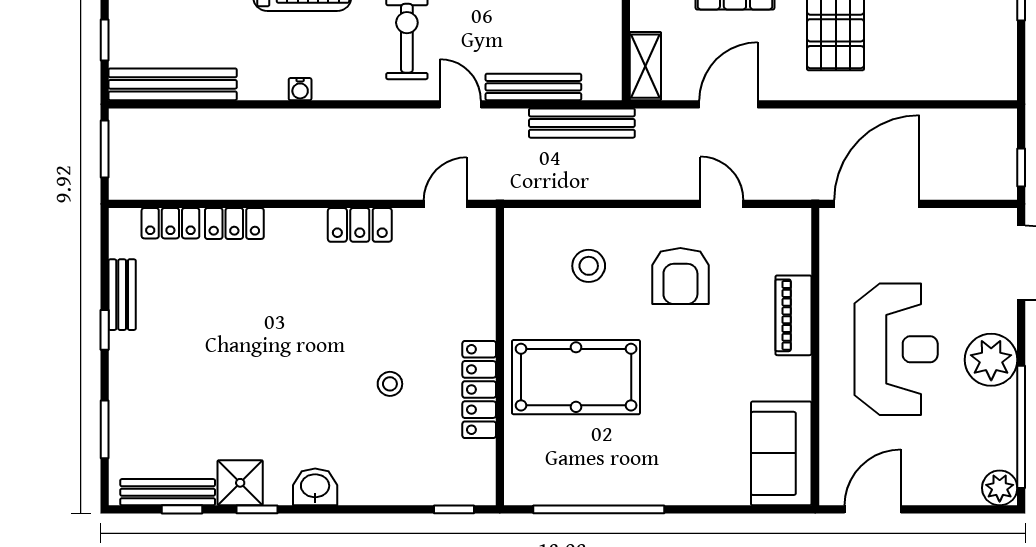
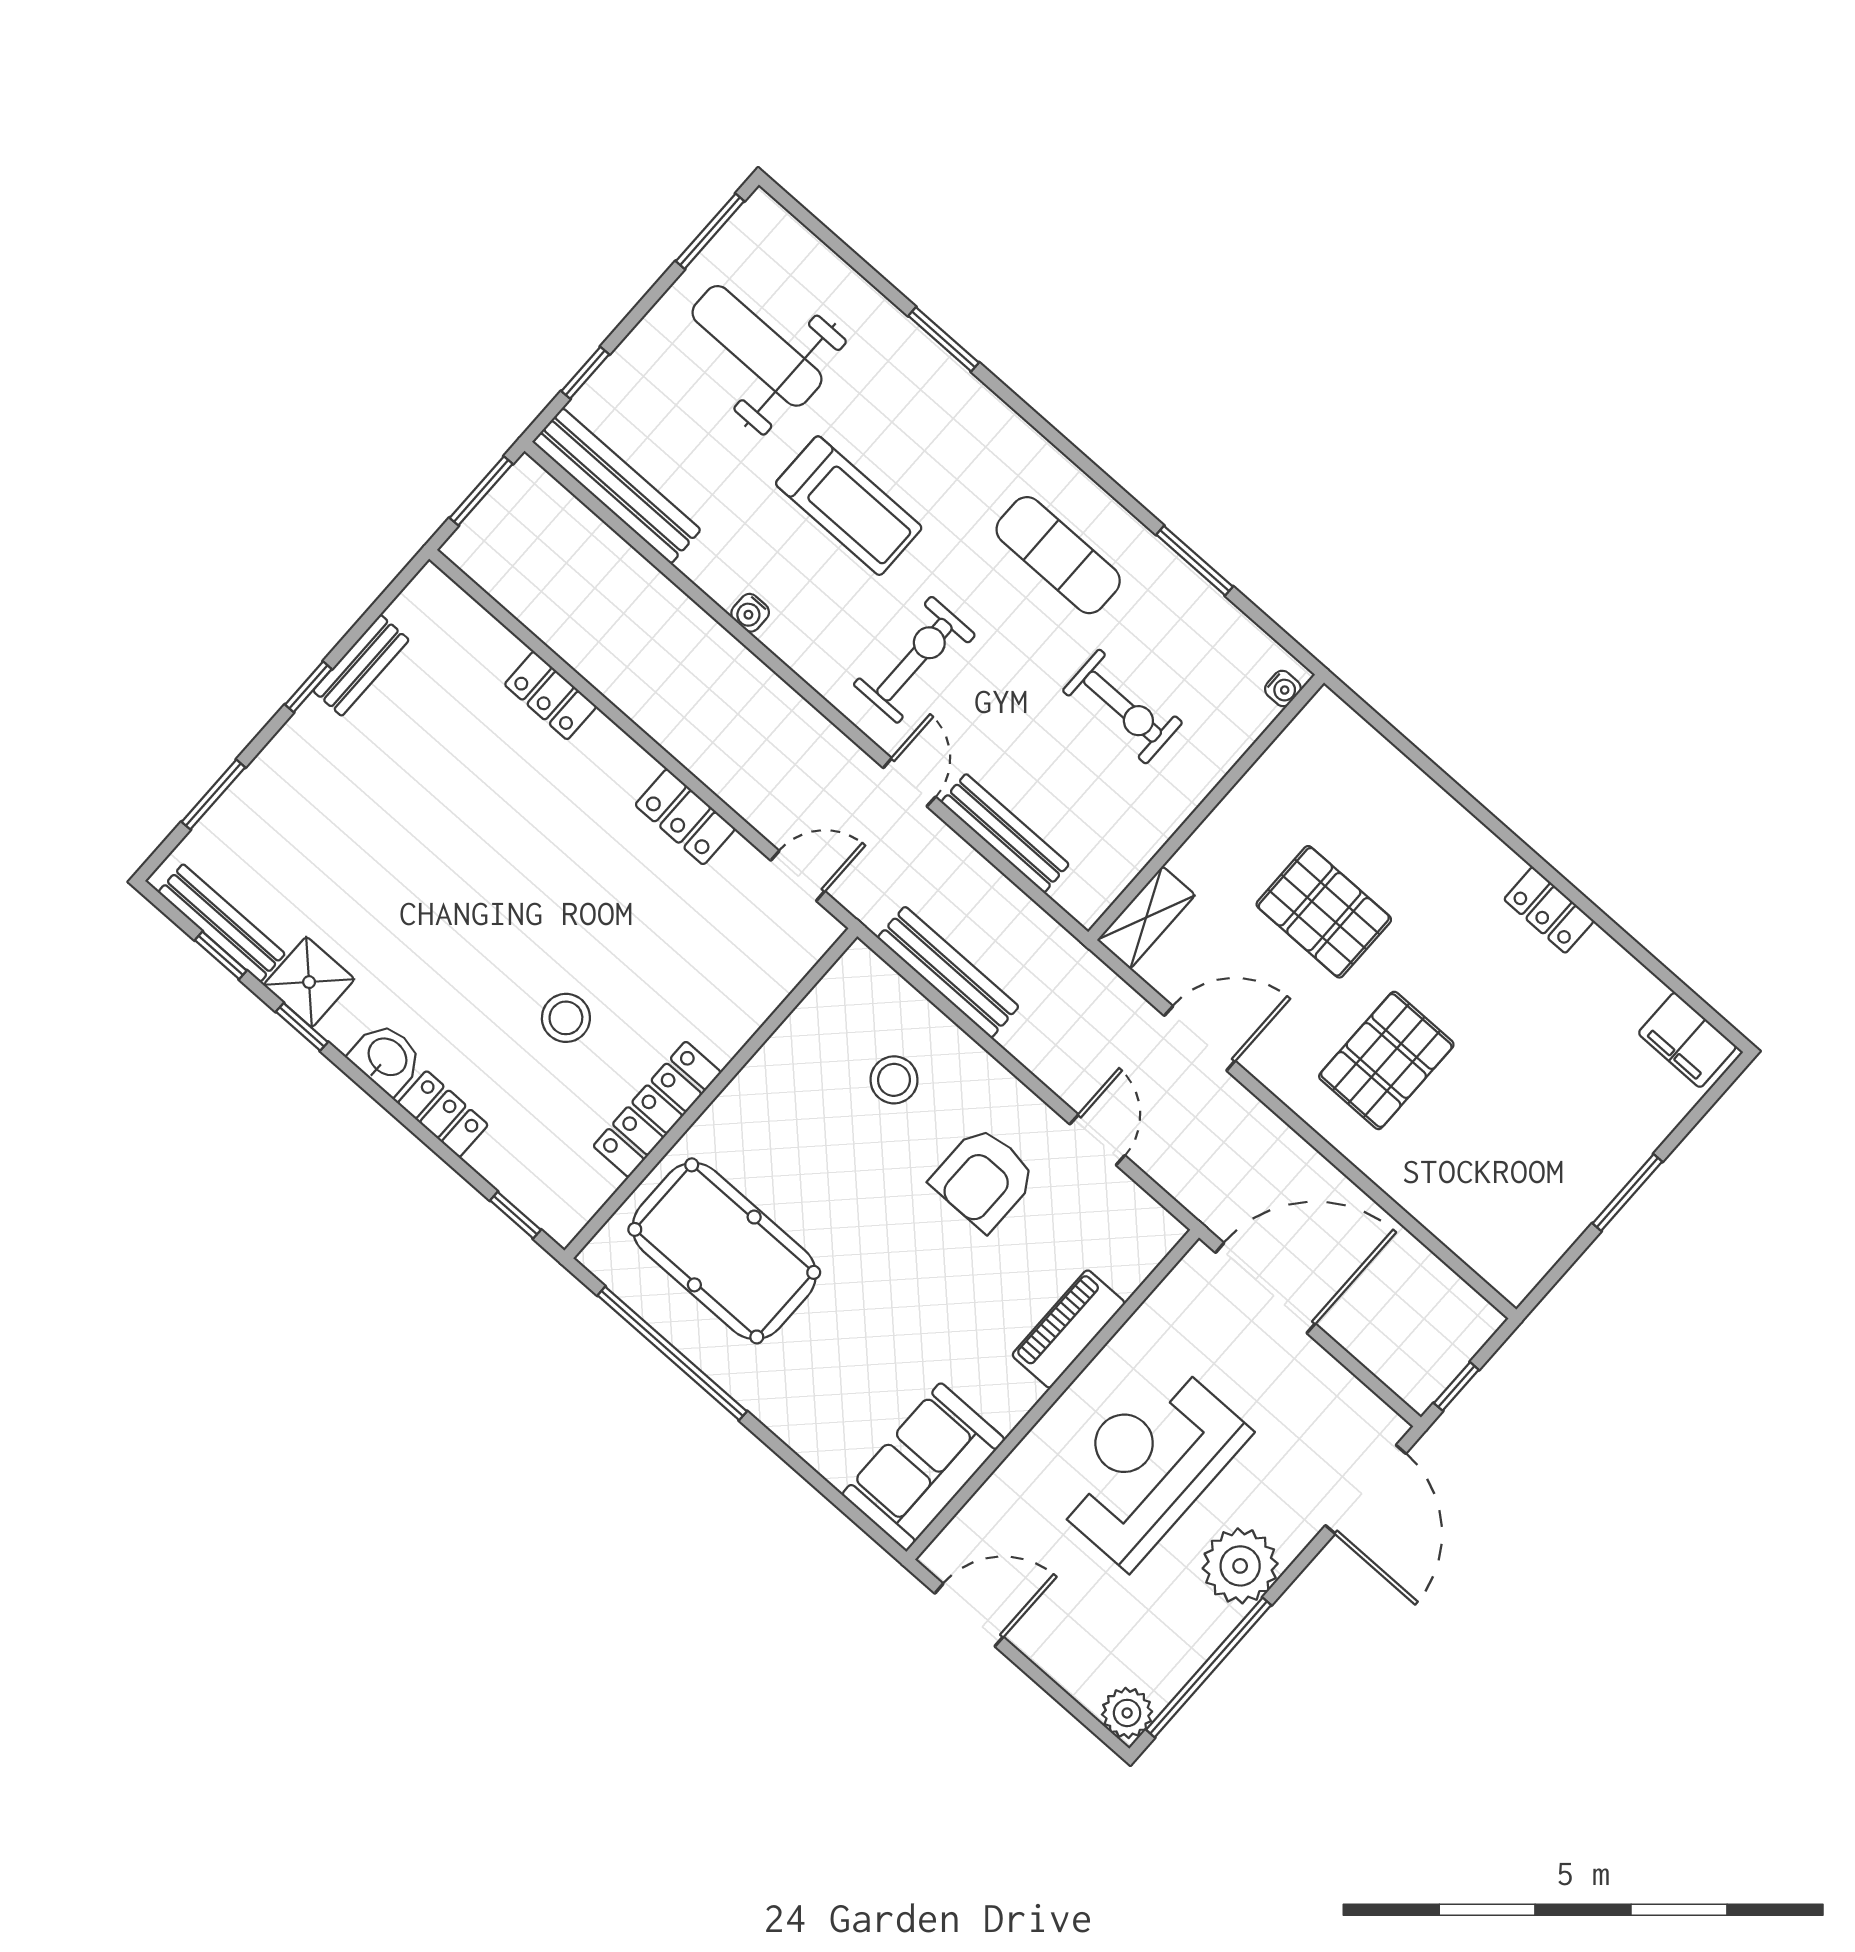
bench: (582, 123) -> (948, 972), moved
locker: (170, 223) -> (443, 1114), moved, turned 180
reception desk: (896, 349) -> (1147, 1464), turned 180
pool table: (576, 377) -> (724, 1251), moved
stool: (390, 384) -> (566, 1018), width x1.37, depth x1.37

